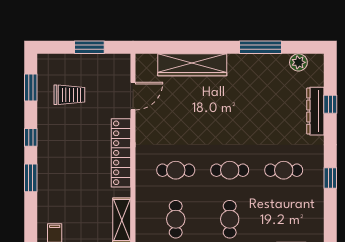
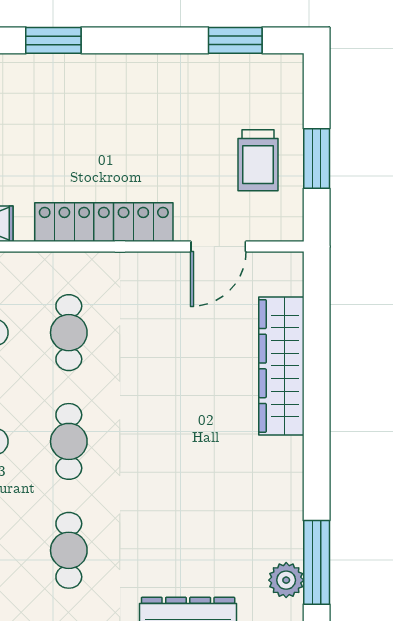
window: (261, 47) -> (317, 562), moved
trolley: (69, 95) -> (258, 160), moved
door: (133, 96) -> (218, 247), hinge flipped
window: (31, 137) -> (135, 40), removed

